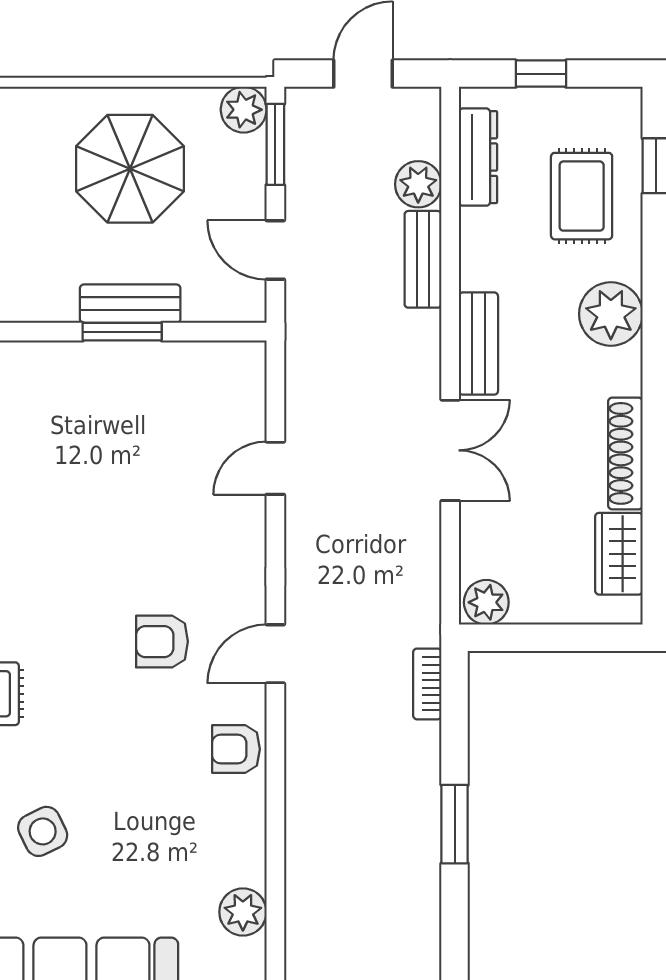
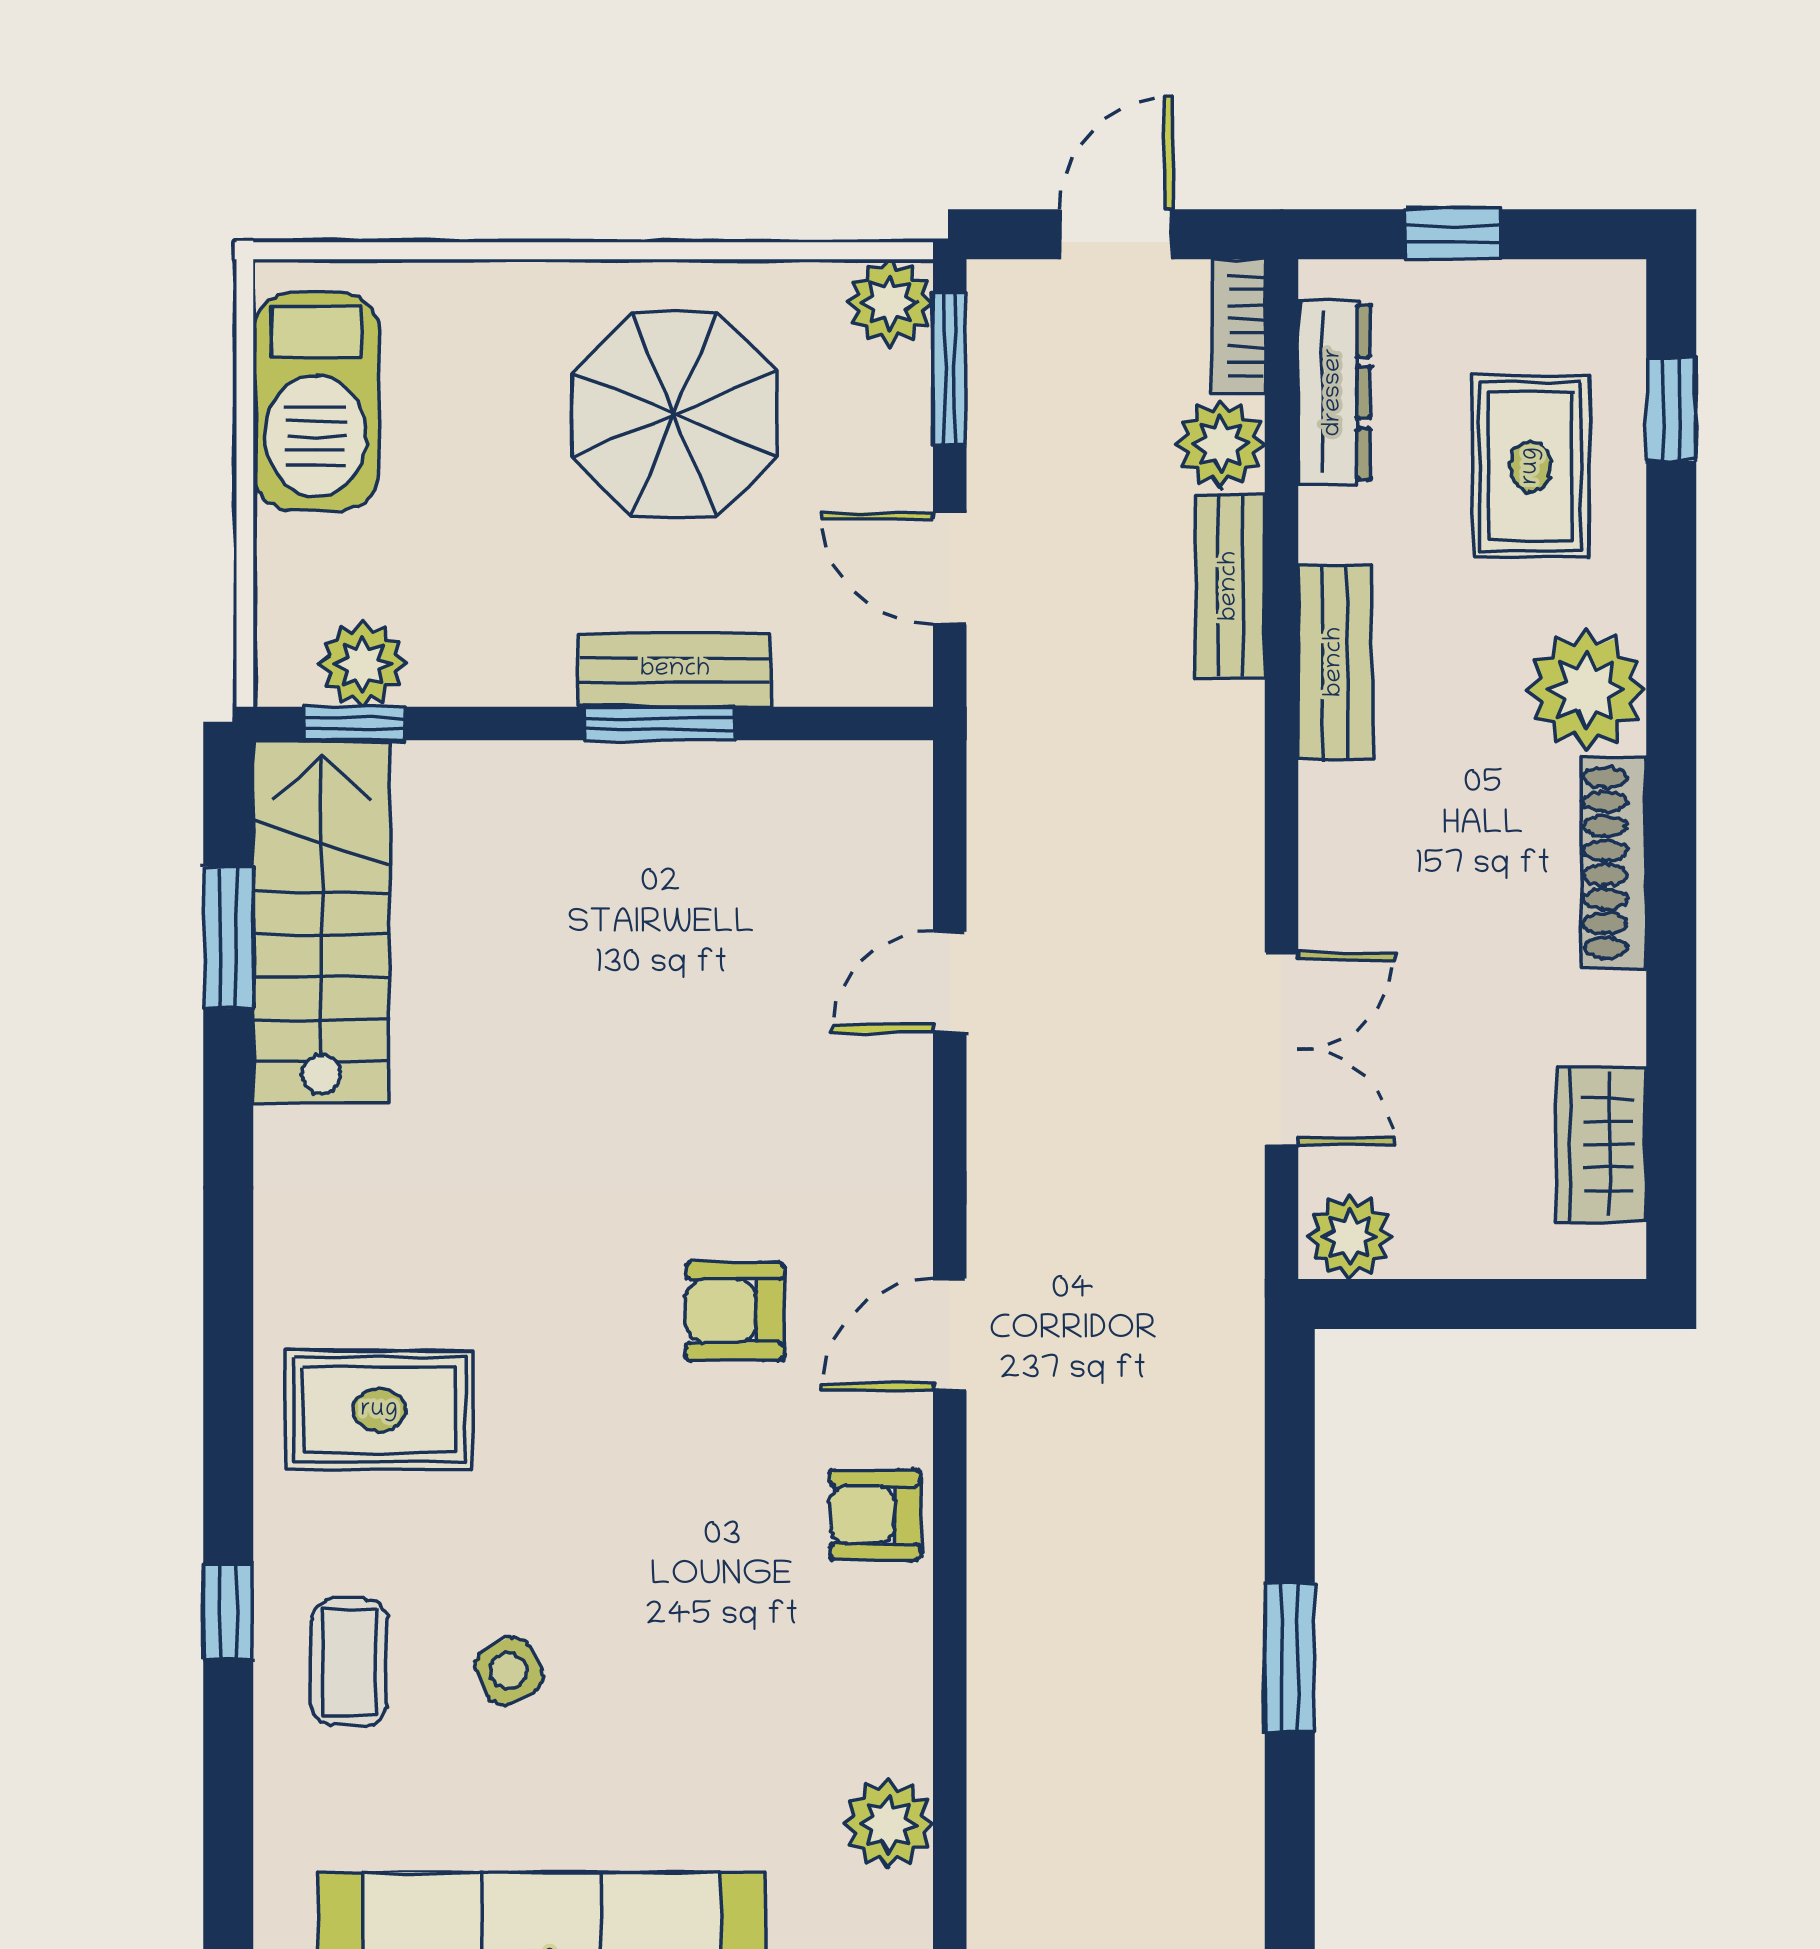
bench: (478, 344) -> (1335, 662), moved
double door: (450, 450) -> (1281, 1049), moved
shoe rack: (625, 453) -> (1614, 863), moved
bookcase: (427, 684) -> (1238, 326), moved
side table: (43, 831) -> (509, 1671), width x0.73, depth x0.73

